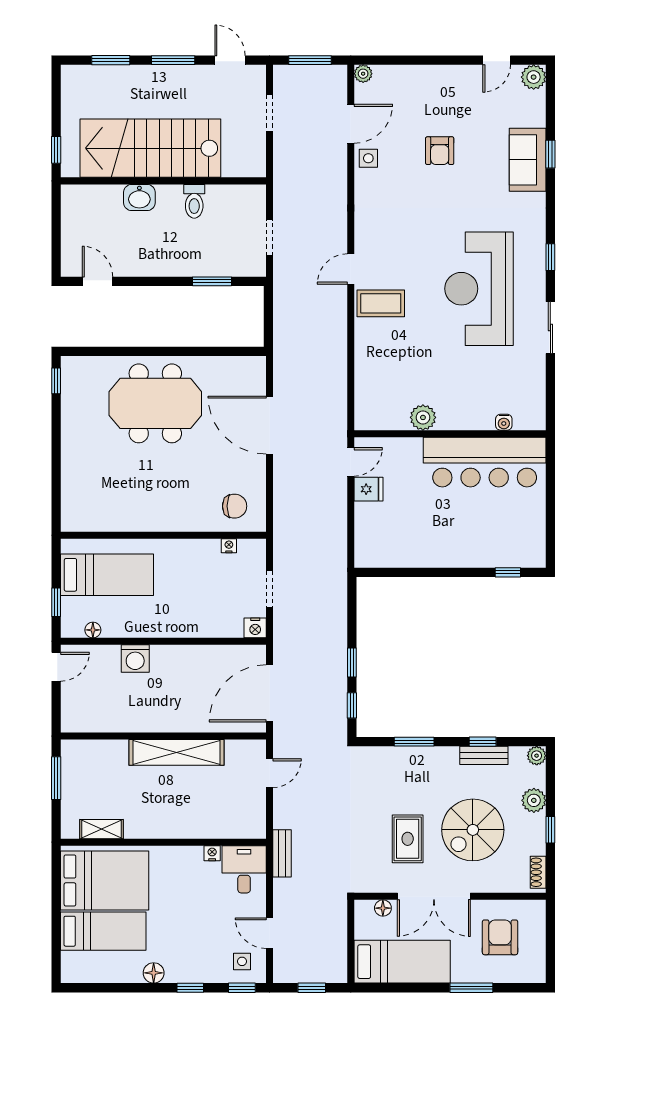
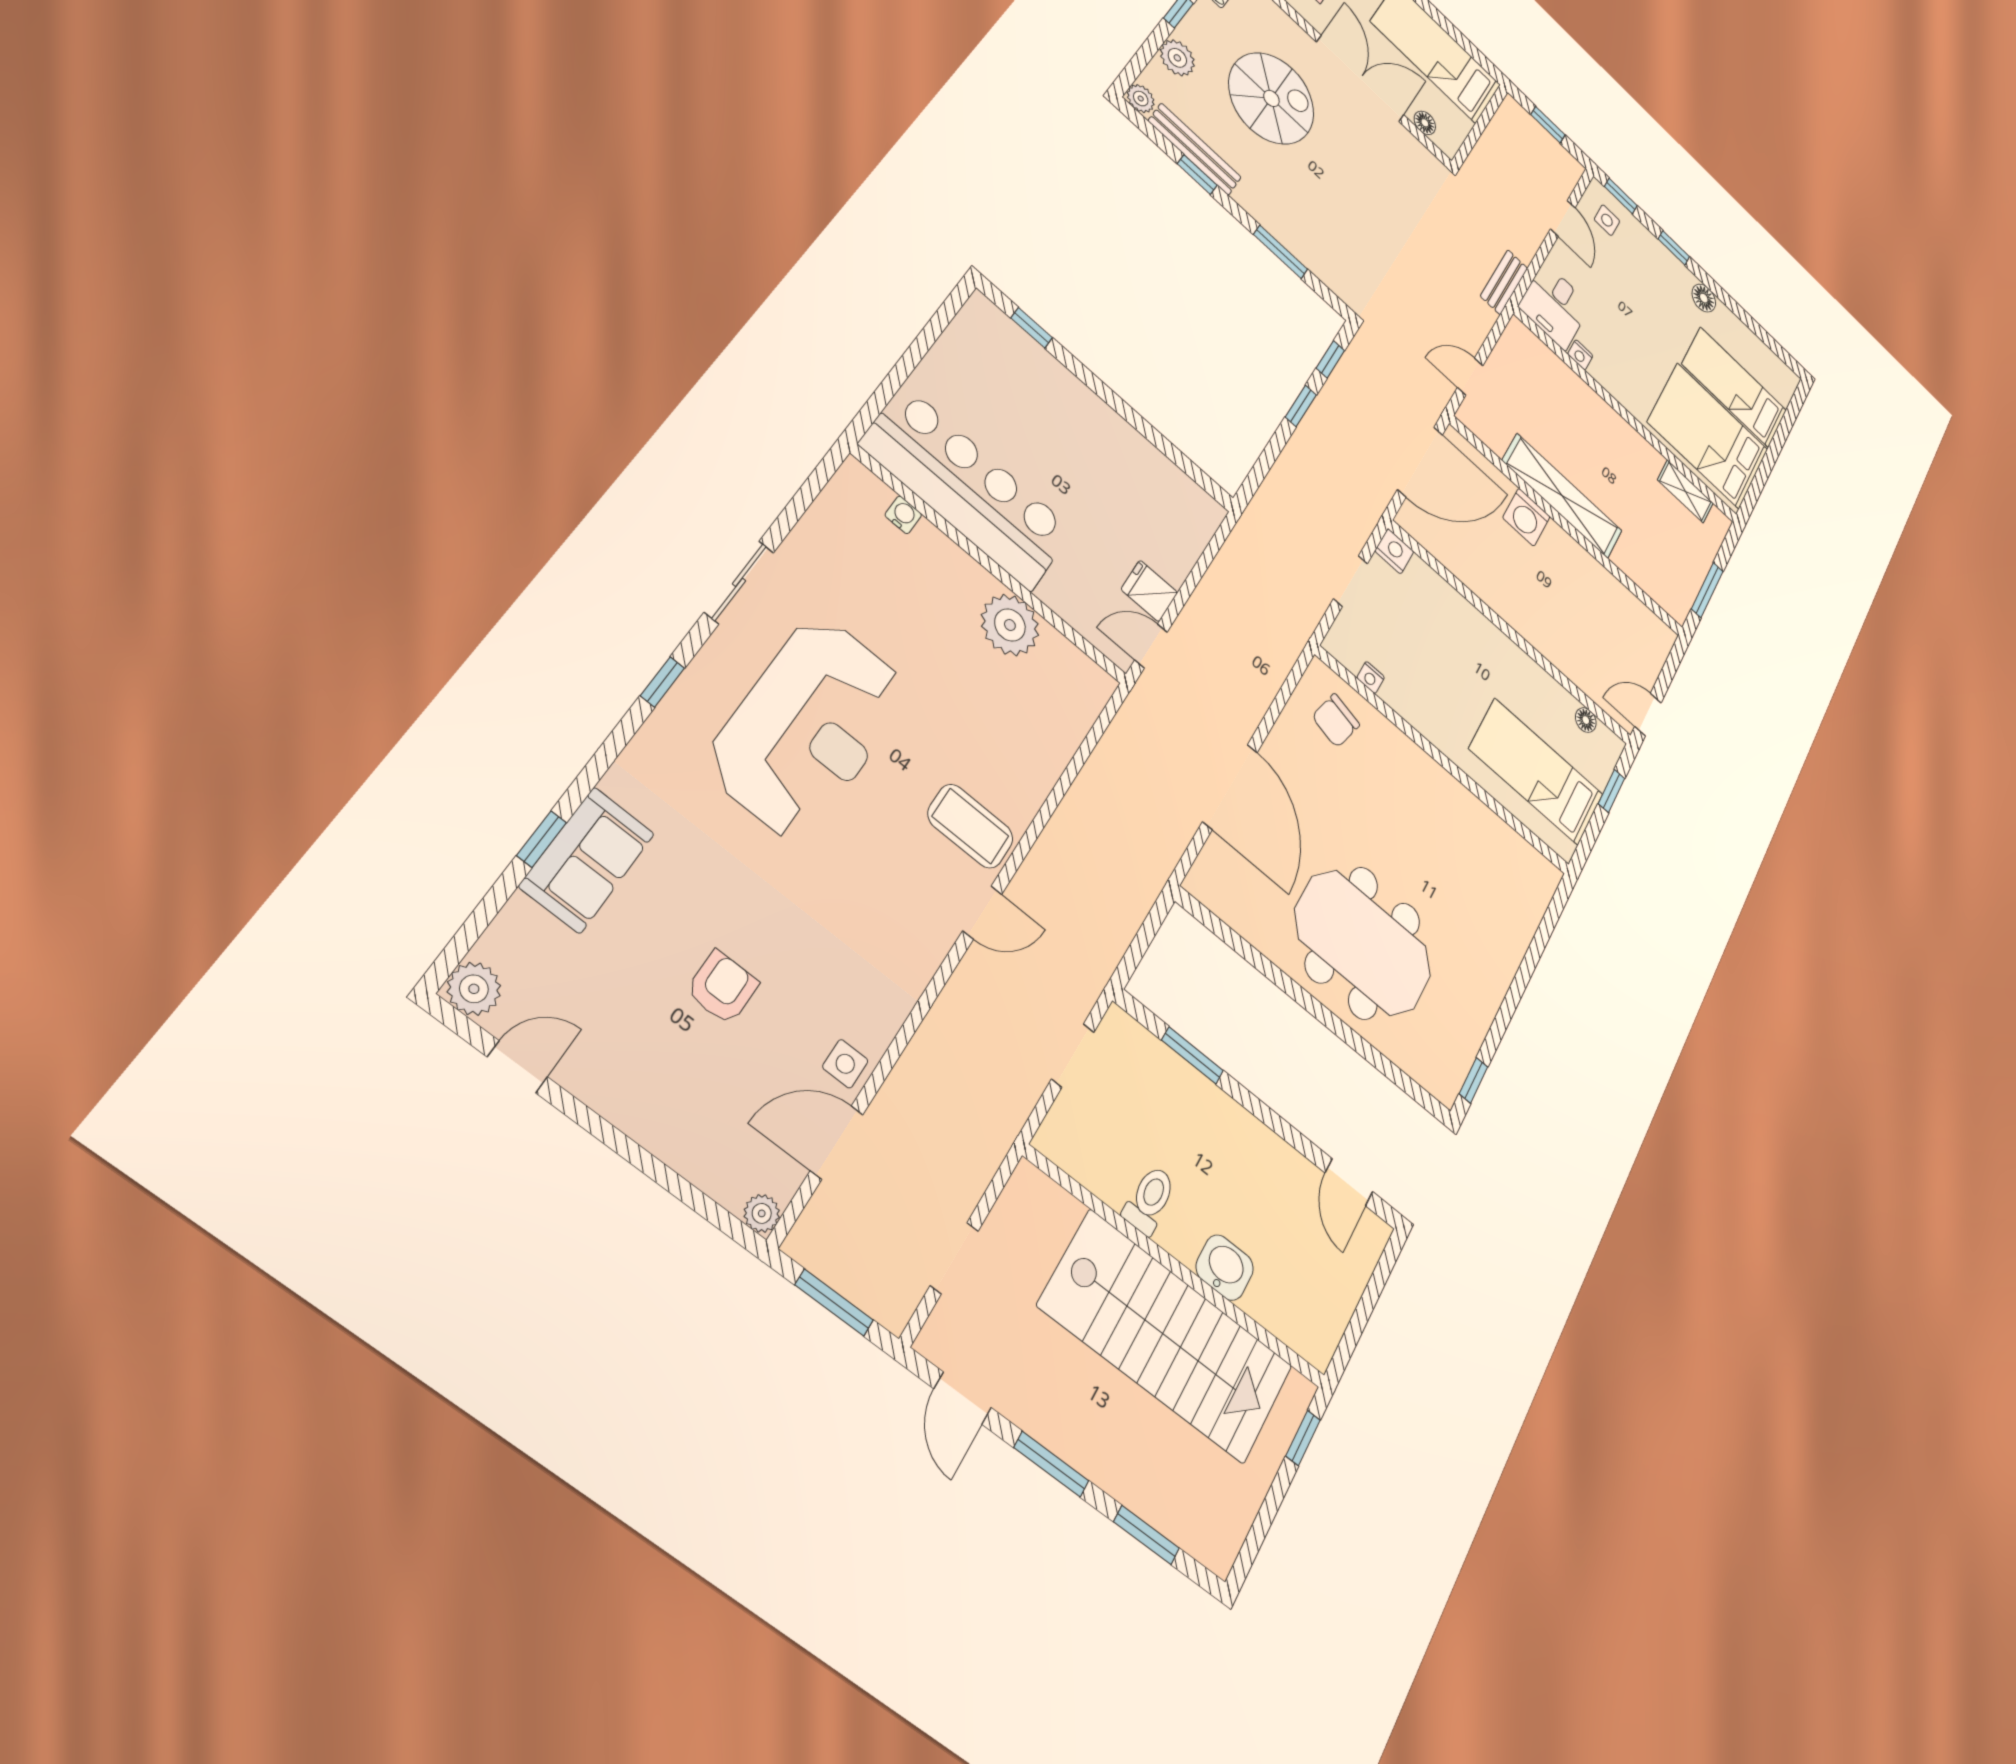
plant: (423, 417) -> (1010, 625), width x1.36, depth x1.36
chair: (235, 506) -> (1336, 721), turned -77
washing machine: (135, 659) -> (1526, 517), moved, turned 180
bench: (484, 755) -> (1195, 149), width x1.36
rug: (408, 839) -> (1353, 162), removed

